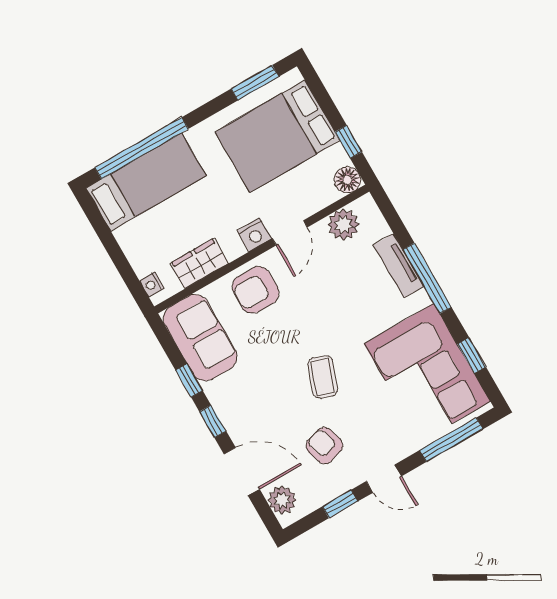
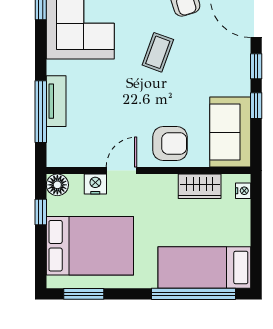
plant: (343, 225) -> (79, 154), removed
nightstand: (254, 235) -> (95, 184), moved
window: (427, 278) -> (41, 112), moved

